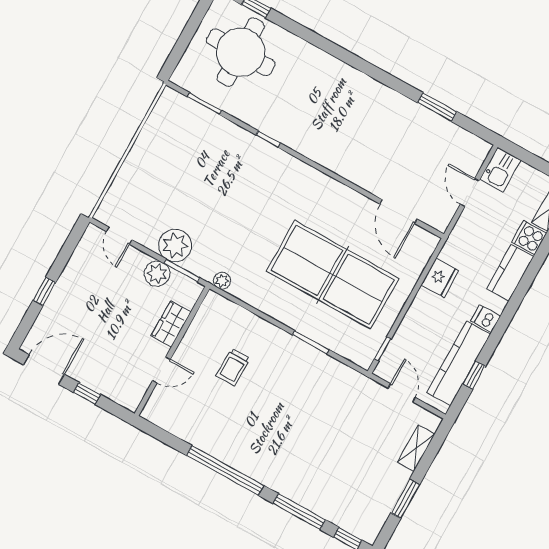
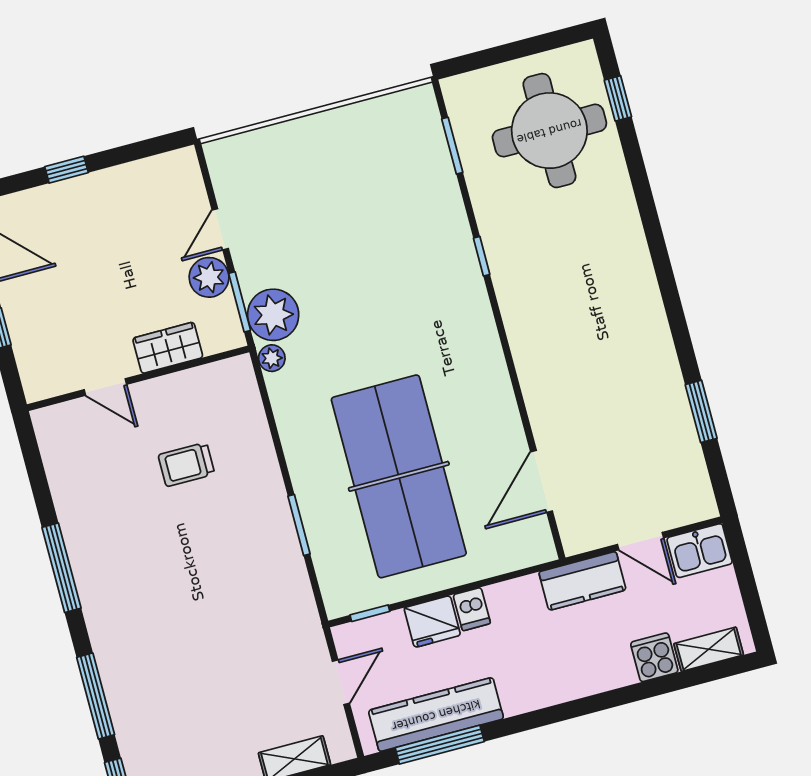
door: (470, 193) -> (641, 541), swing flipped
door: (119, 236) -> (220, 229), moved
plant: (175, 246) -> (273, 315), moved
kitchen counter: (510, 273) -> (582, 581), moved, turned 180
fridge: (440, 278) -> (432, 622), moved
dishwasher: (486, 319) -> (472, 609), moved, turned 180
window: (474, 375) -> (440, 745), width x2.17
window: (225, 470) -> (61, 568), width x0.68

